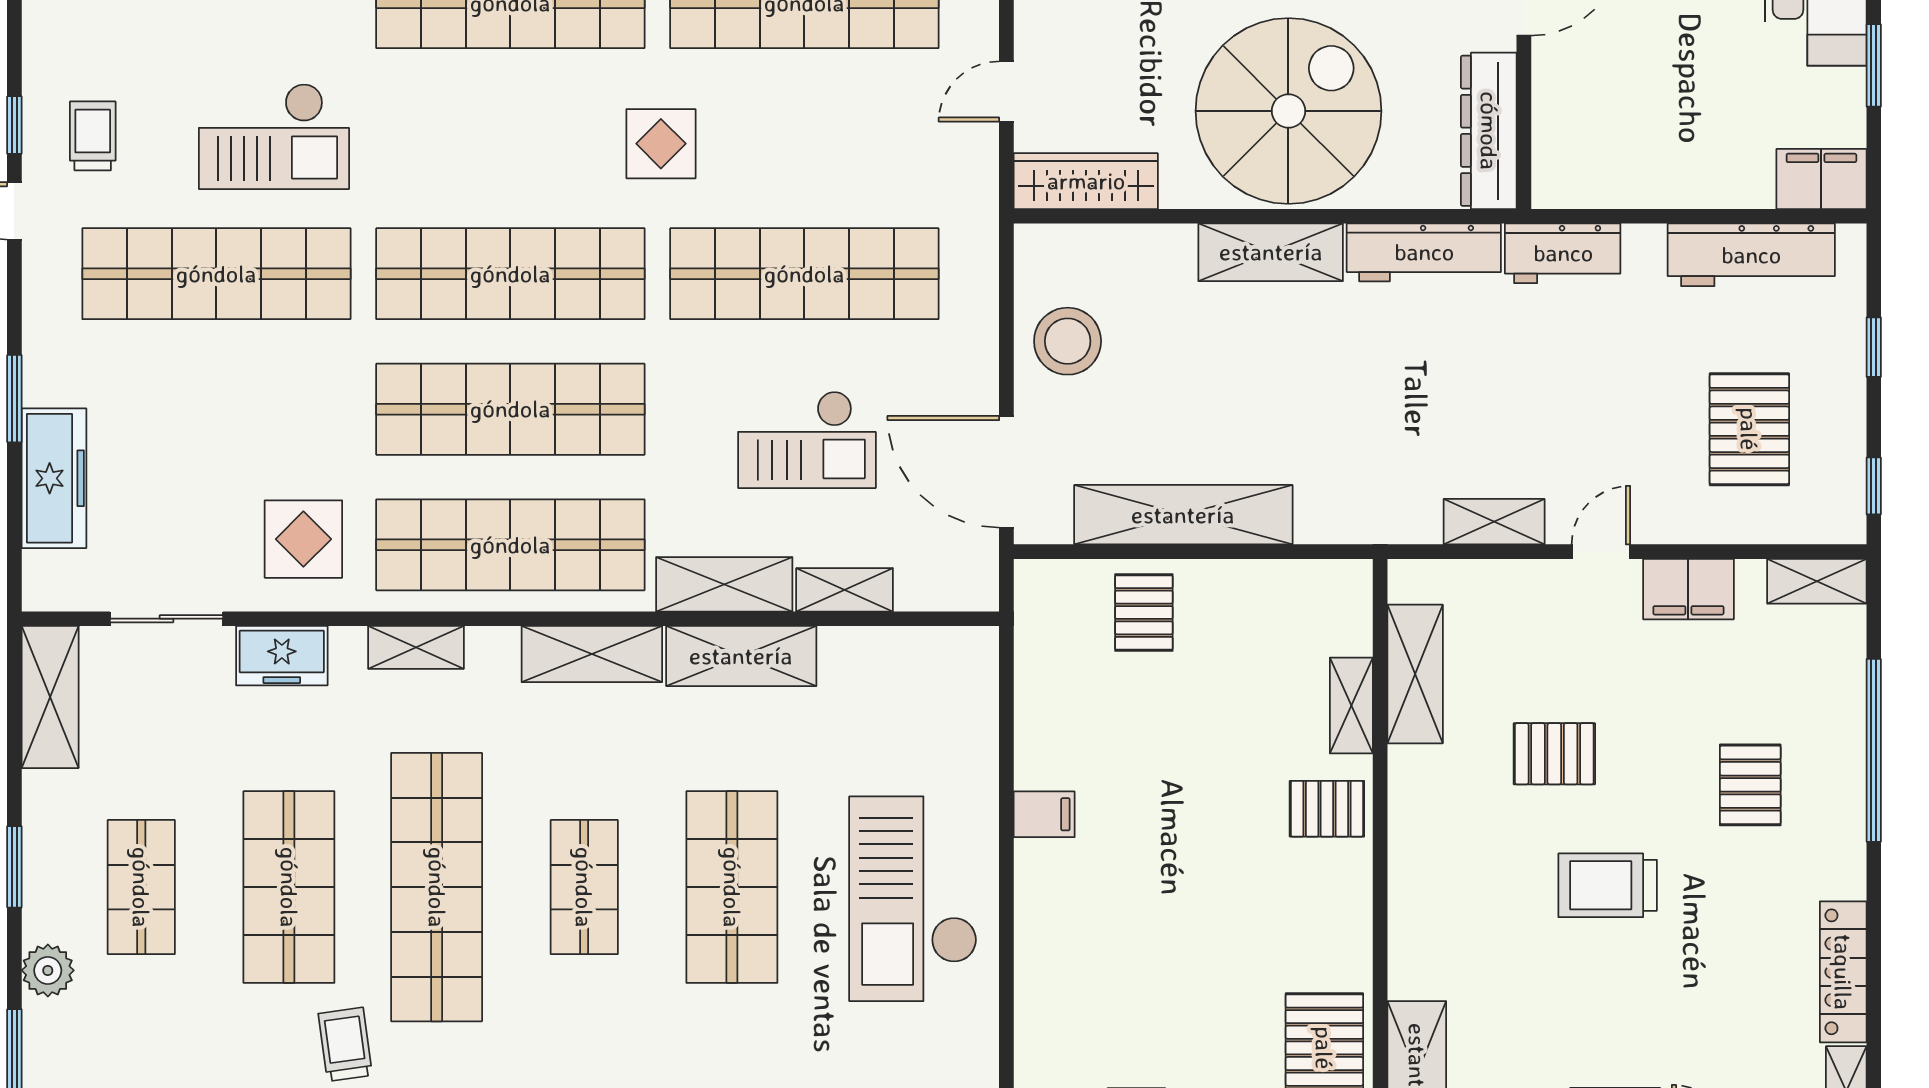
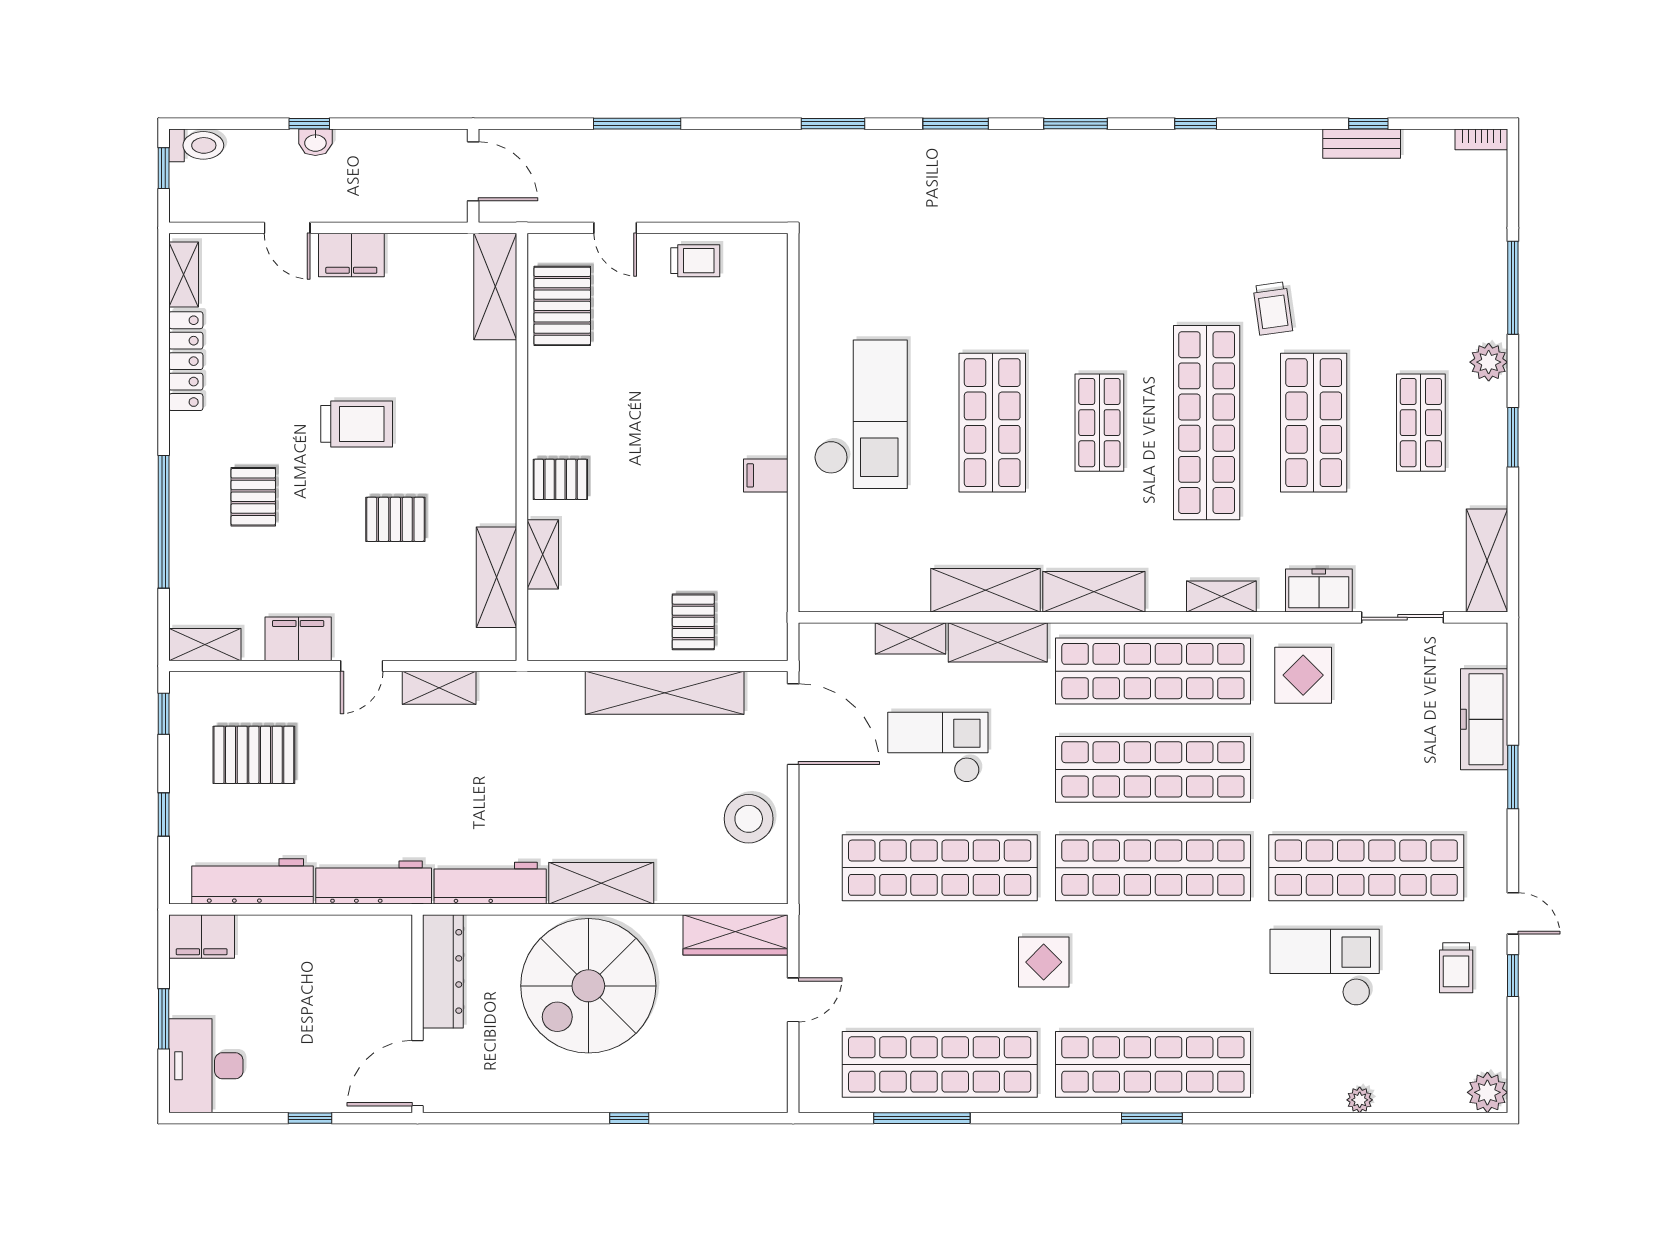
workbench: (1563, 253) -> (374, 883), width x1.38
pallet: (1749, 429) -> (254, 755), turned 90

